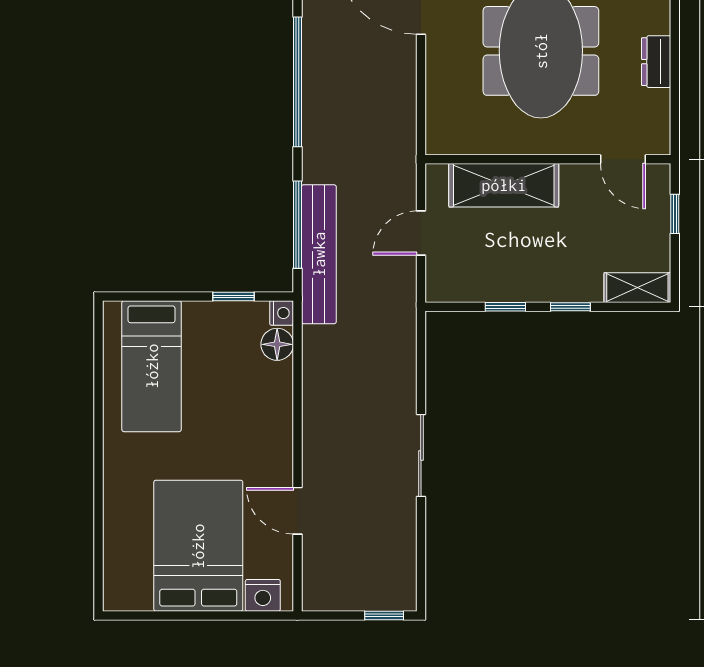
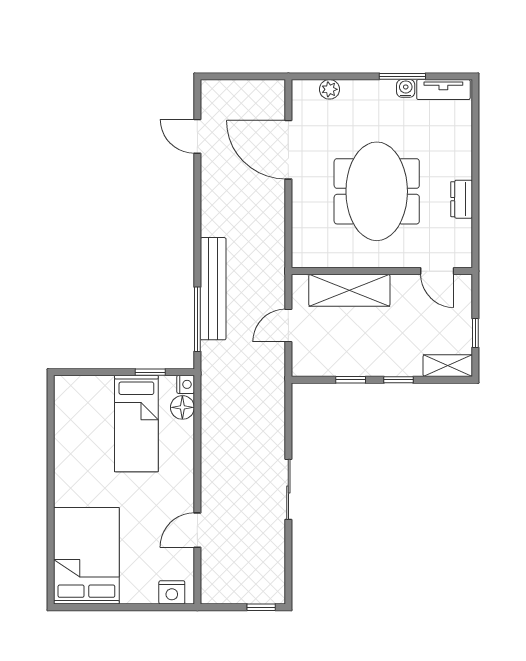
window: (297, 82) -> (197, 214), removed
window: (675, 214) -> (475, 333), moved
bench: (319, 254) -> (213, 289), moved
bed: (152, 366) -> (136, 424), moved
door: (297, 511) -> (197, 530), hinge flipped
bed: (198, 546) -> (86, 556), moved

